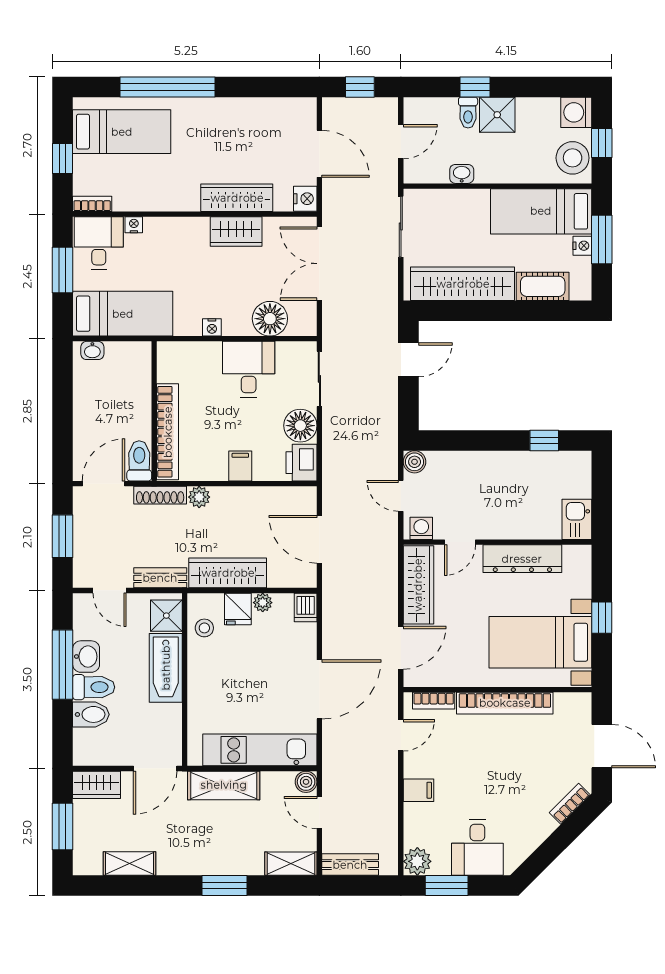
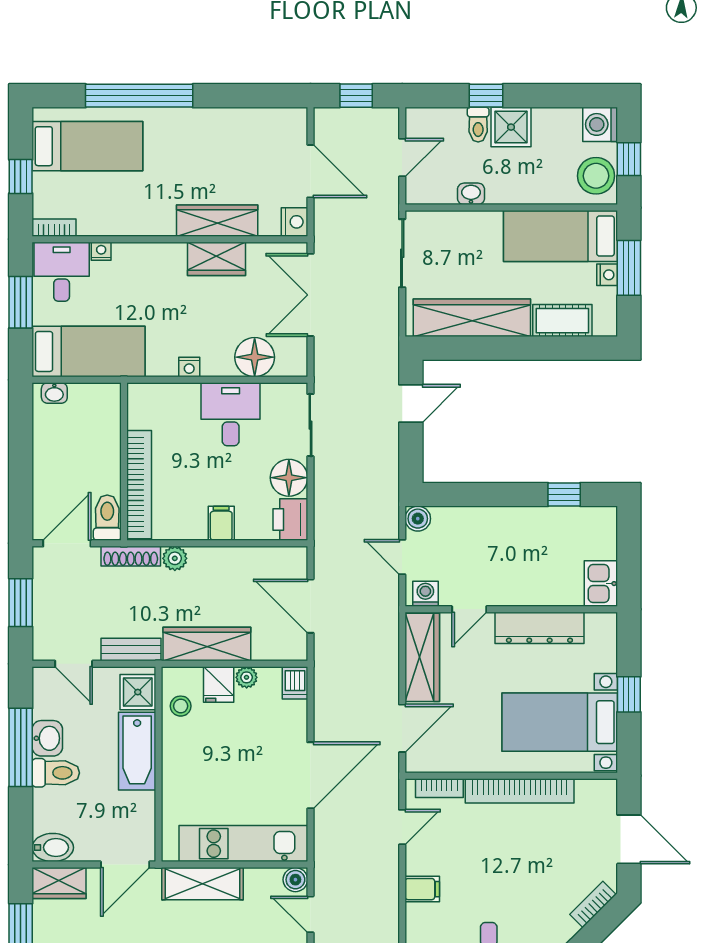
bidet: (91, 714) -> (53, 848), moved

